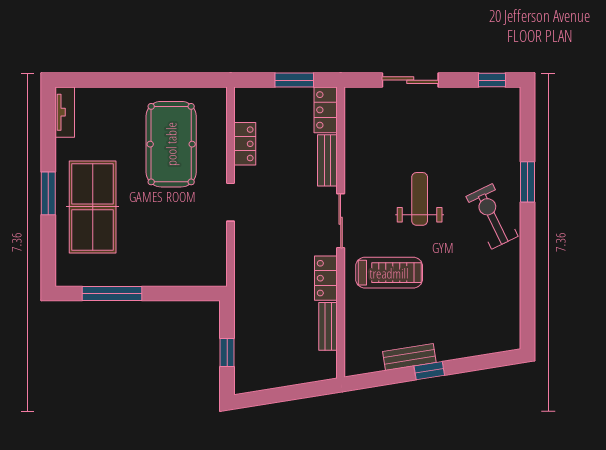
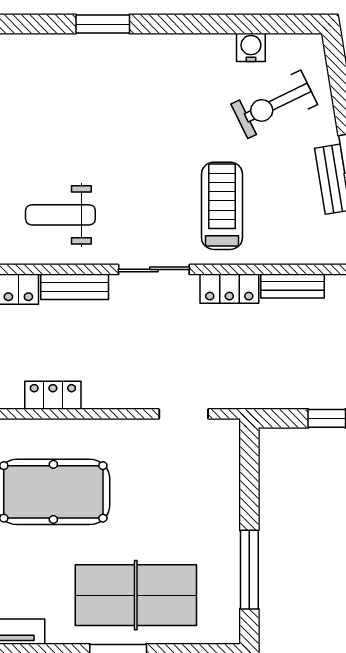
weight bench: (420, 199) -> (60, 215), moved
doorway: (231, 202) -> (184, 414), moved
exercise bike: (492, 216) -> (274, 104), moved
water cooler: (510, 295) -> (251, 47), added

